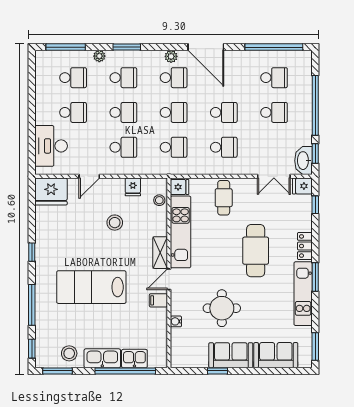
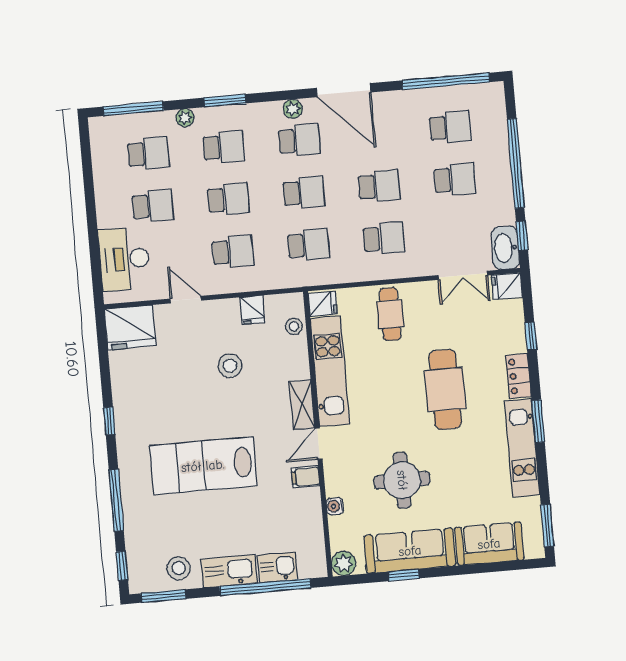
door: (89, 176) -> (186, 300), swing flipped
window: (315, 205) -> (531, 336), moved
sofa: (231, 355) -> (410, 551), width x1.36
plant: (178, 360) -> (344, 563), added

